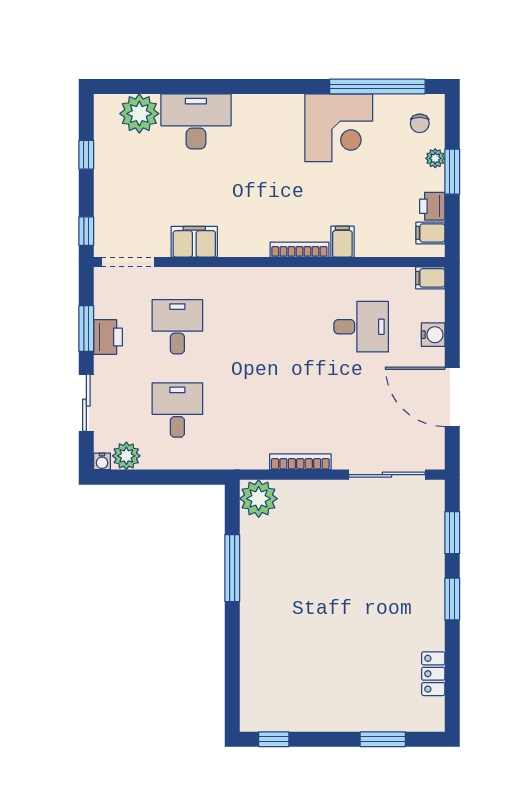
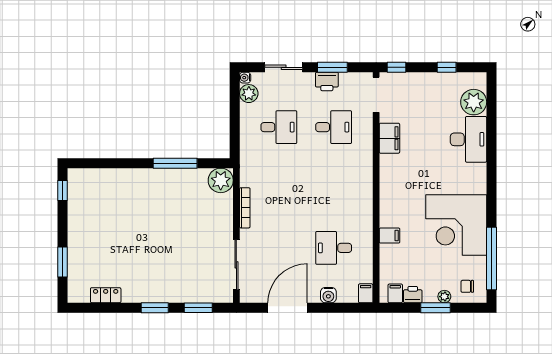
corner desk: (339, 128) -> (456, 225), width x1.36, depth x1.36
bookcase: (299, 250) -> (384, 207), removed
desk: (361, 327) -> (334, 248), turned 90

